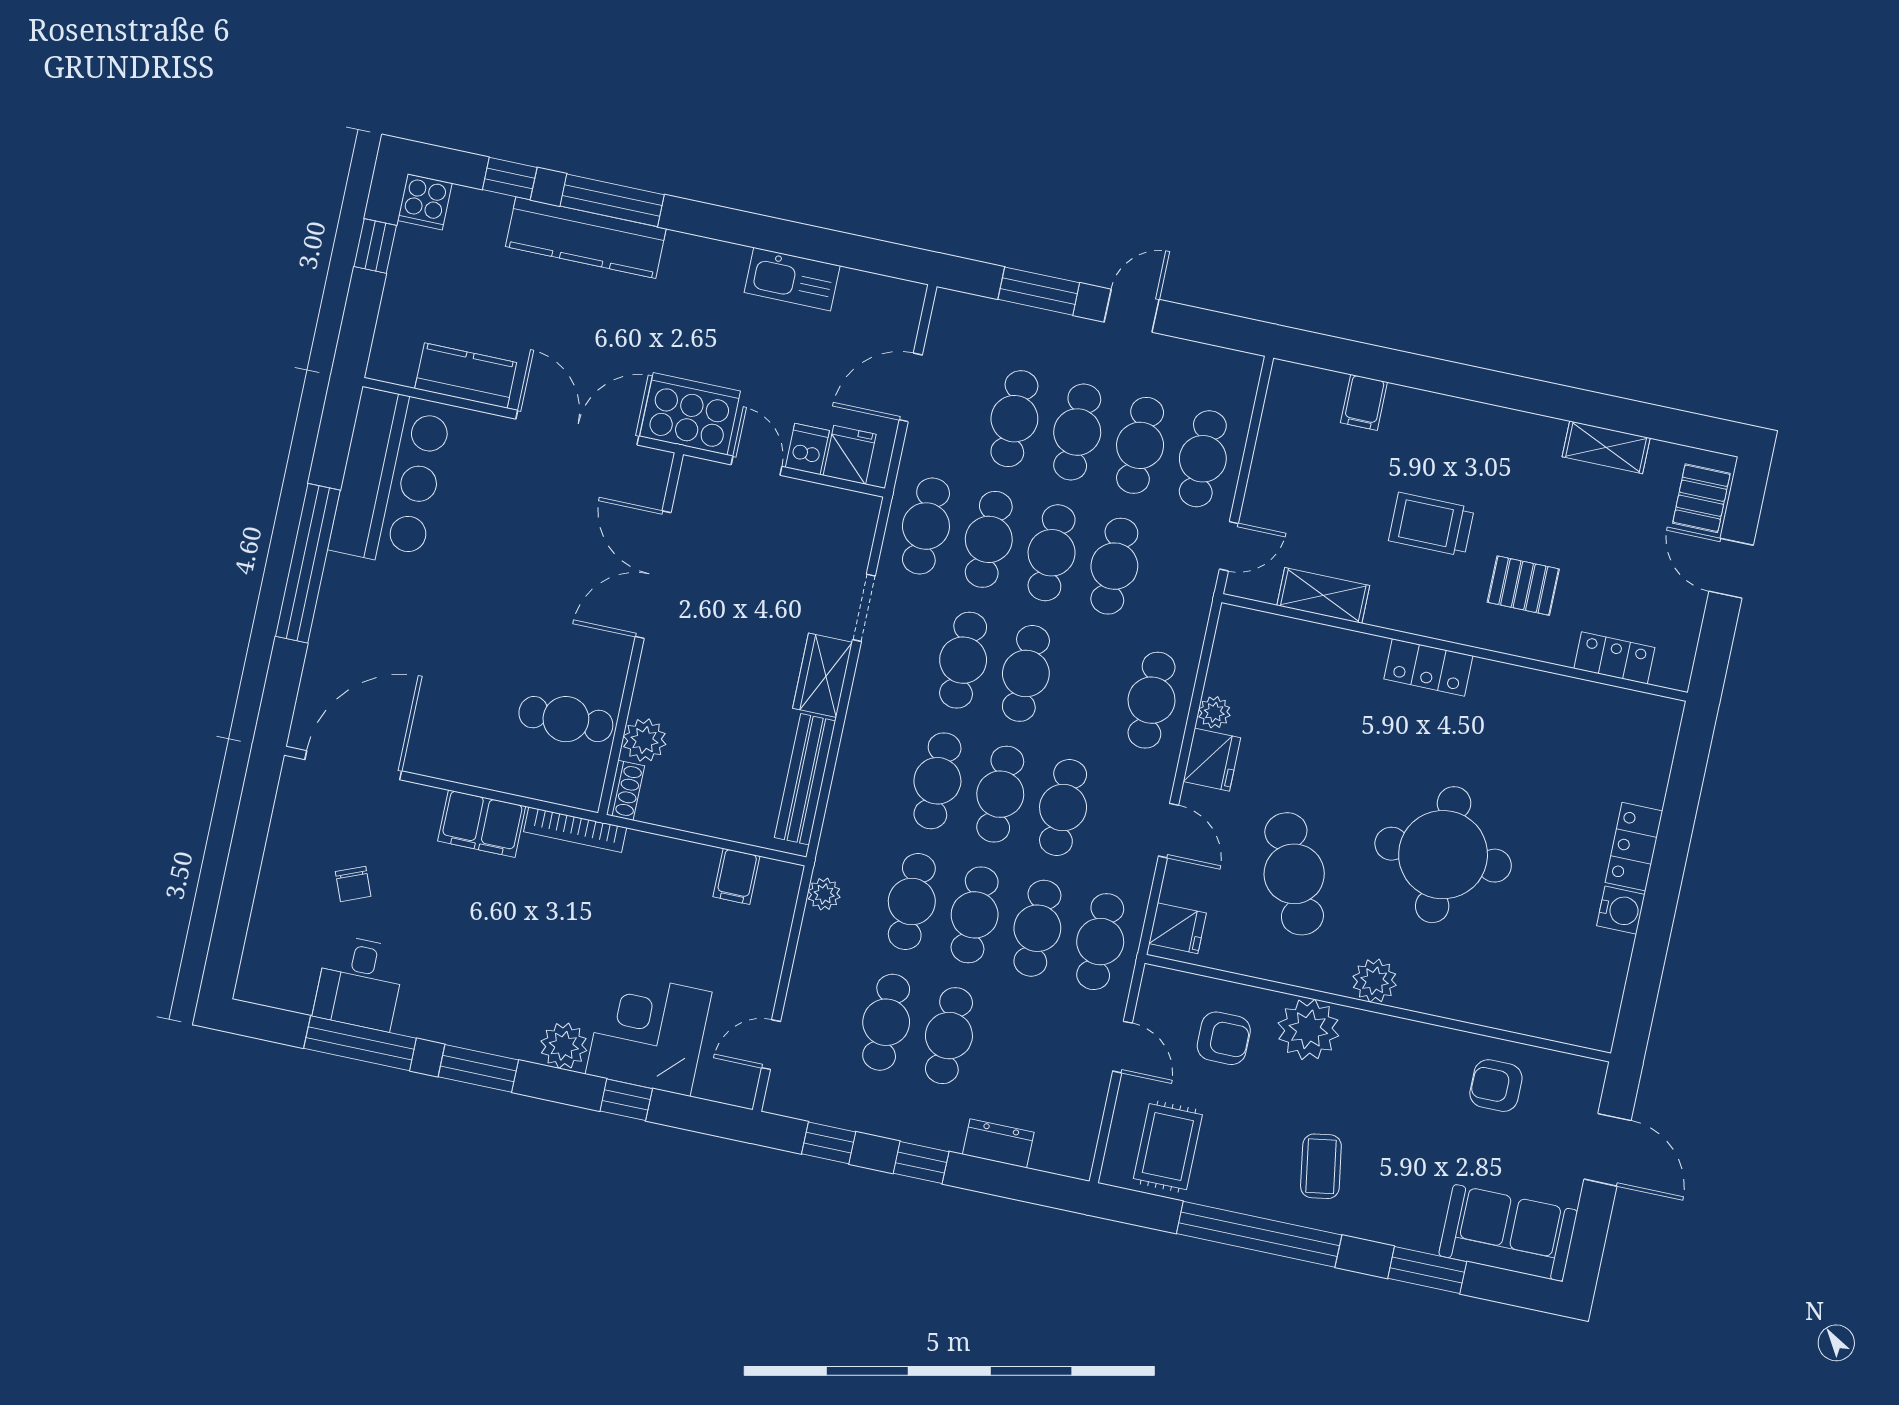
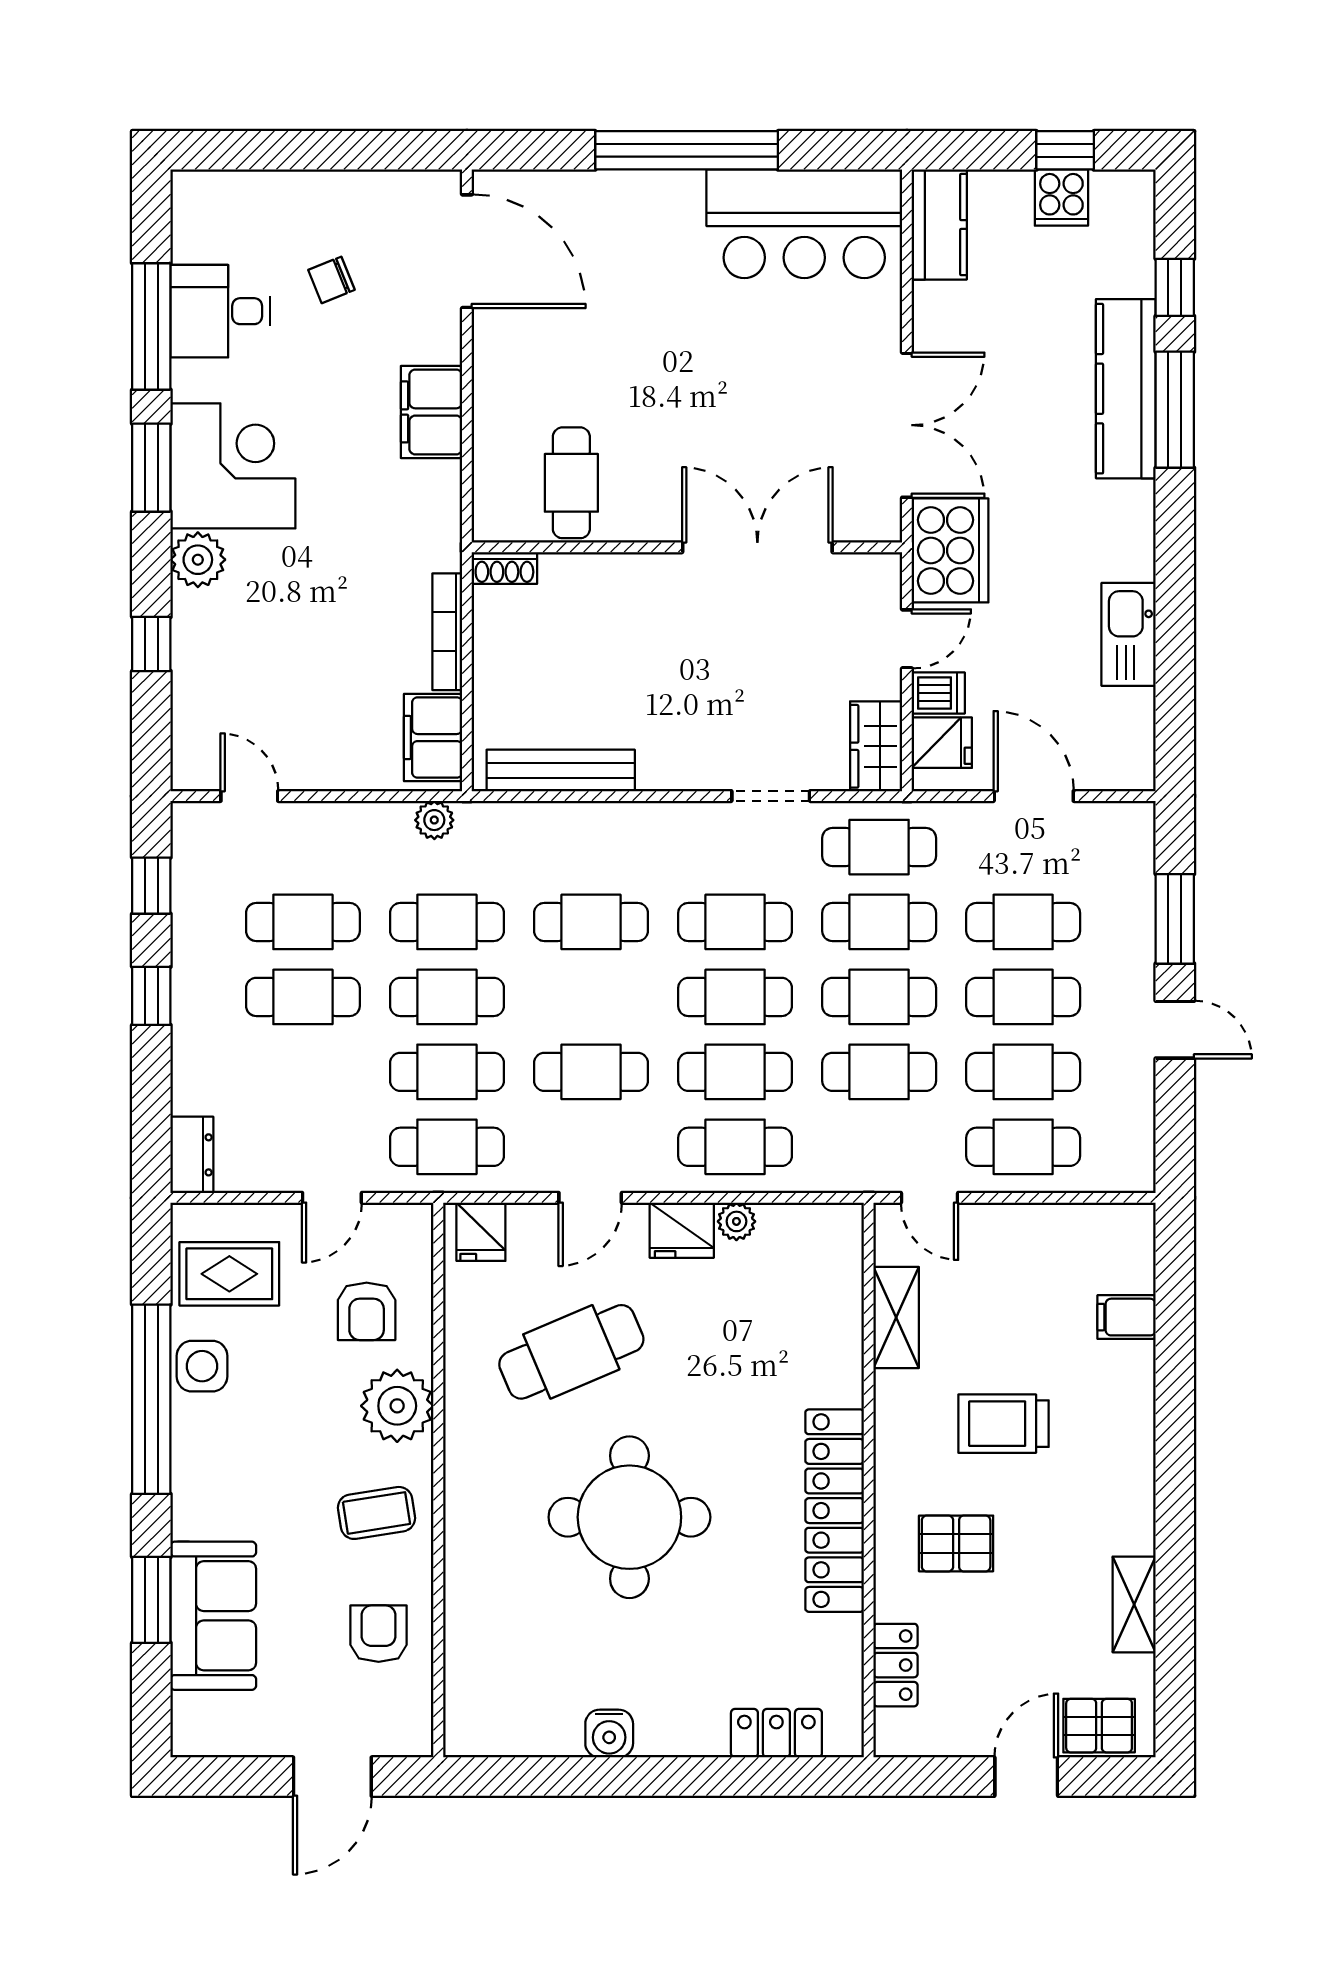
cooker: (425, 202) -> (1061, 198), moved, turned -90
kitchen counter: (466, 376) -> (939, 225), moved
trolley: (1431, 524) -> (1004, 1424), turned -90
pallet: (1523, 586) -> (956, 1543), turned 90
locker: (1428, 667) -> (835, 1511), width x2.16, depth x1.21
wardrobe: (823, 675) -> (876, 746), moved, turned -90
plant: (644, 740) -> (566, 578), removed
cafe table: (1000, 794) -> (735, 1072), moved
bookcase: (575, 830) -> (447, 632), moved
locker: (1634, 847) -> (776, 1733), moved
filing cabinet: (736, 876) -> (433, 738), width x2.00
plant: (1375, 981) -> (469, 1470), removed
corner desk: (649, 1033) -> (233, 466), moved
dresser: (998, 1143) -> (192, 1155), moved
coffee table: (1321, 1166) -> (376, 1513), moved
side table: (1240, 1186) -> (202, 1366), added
sofa: (1508, 1233) -> (213, 1616), moved

